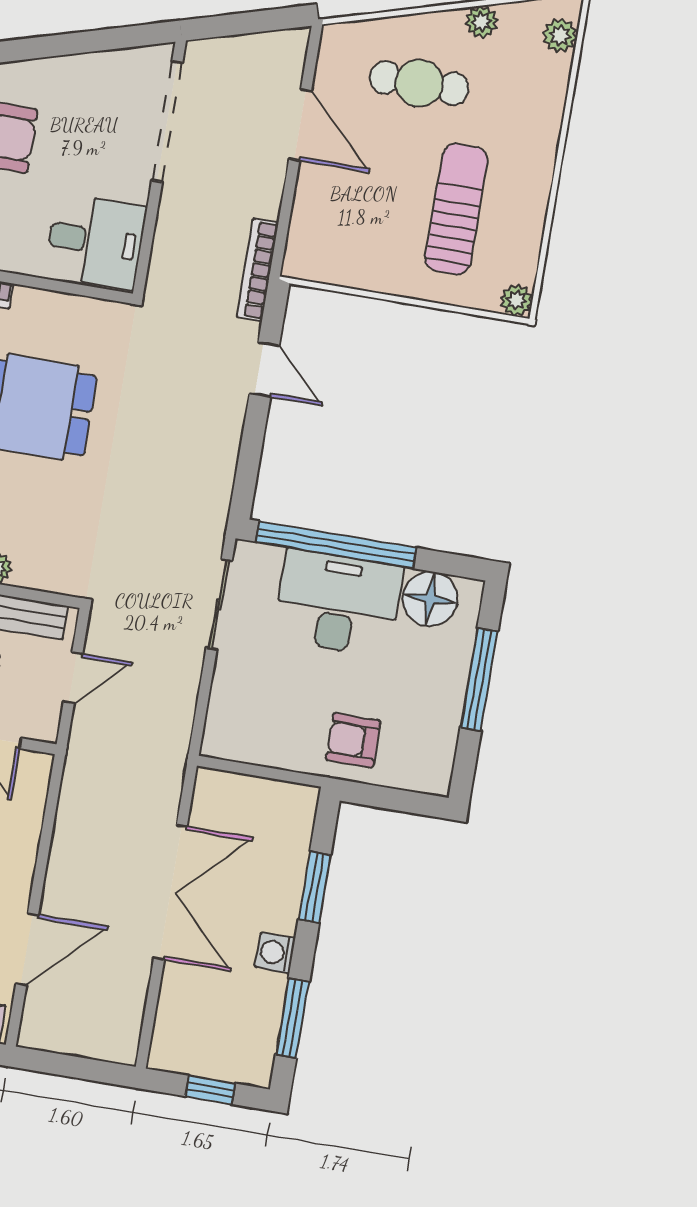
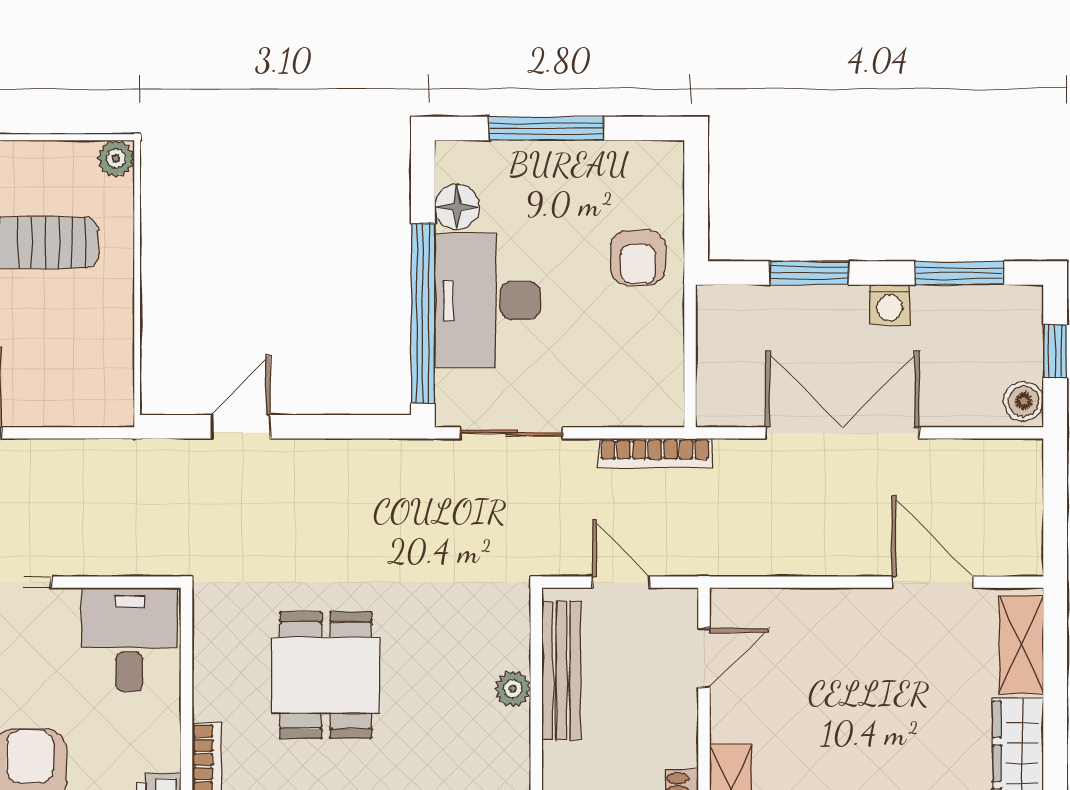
bookcase: (258, 270) -> (655, 453), moved
floor lamp: (430, 599) -> (457, 207), width x0.73, depth x0.73
boiler: (171, 1055) -> (1023, 401), added

